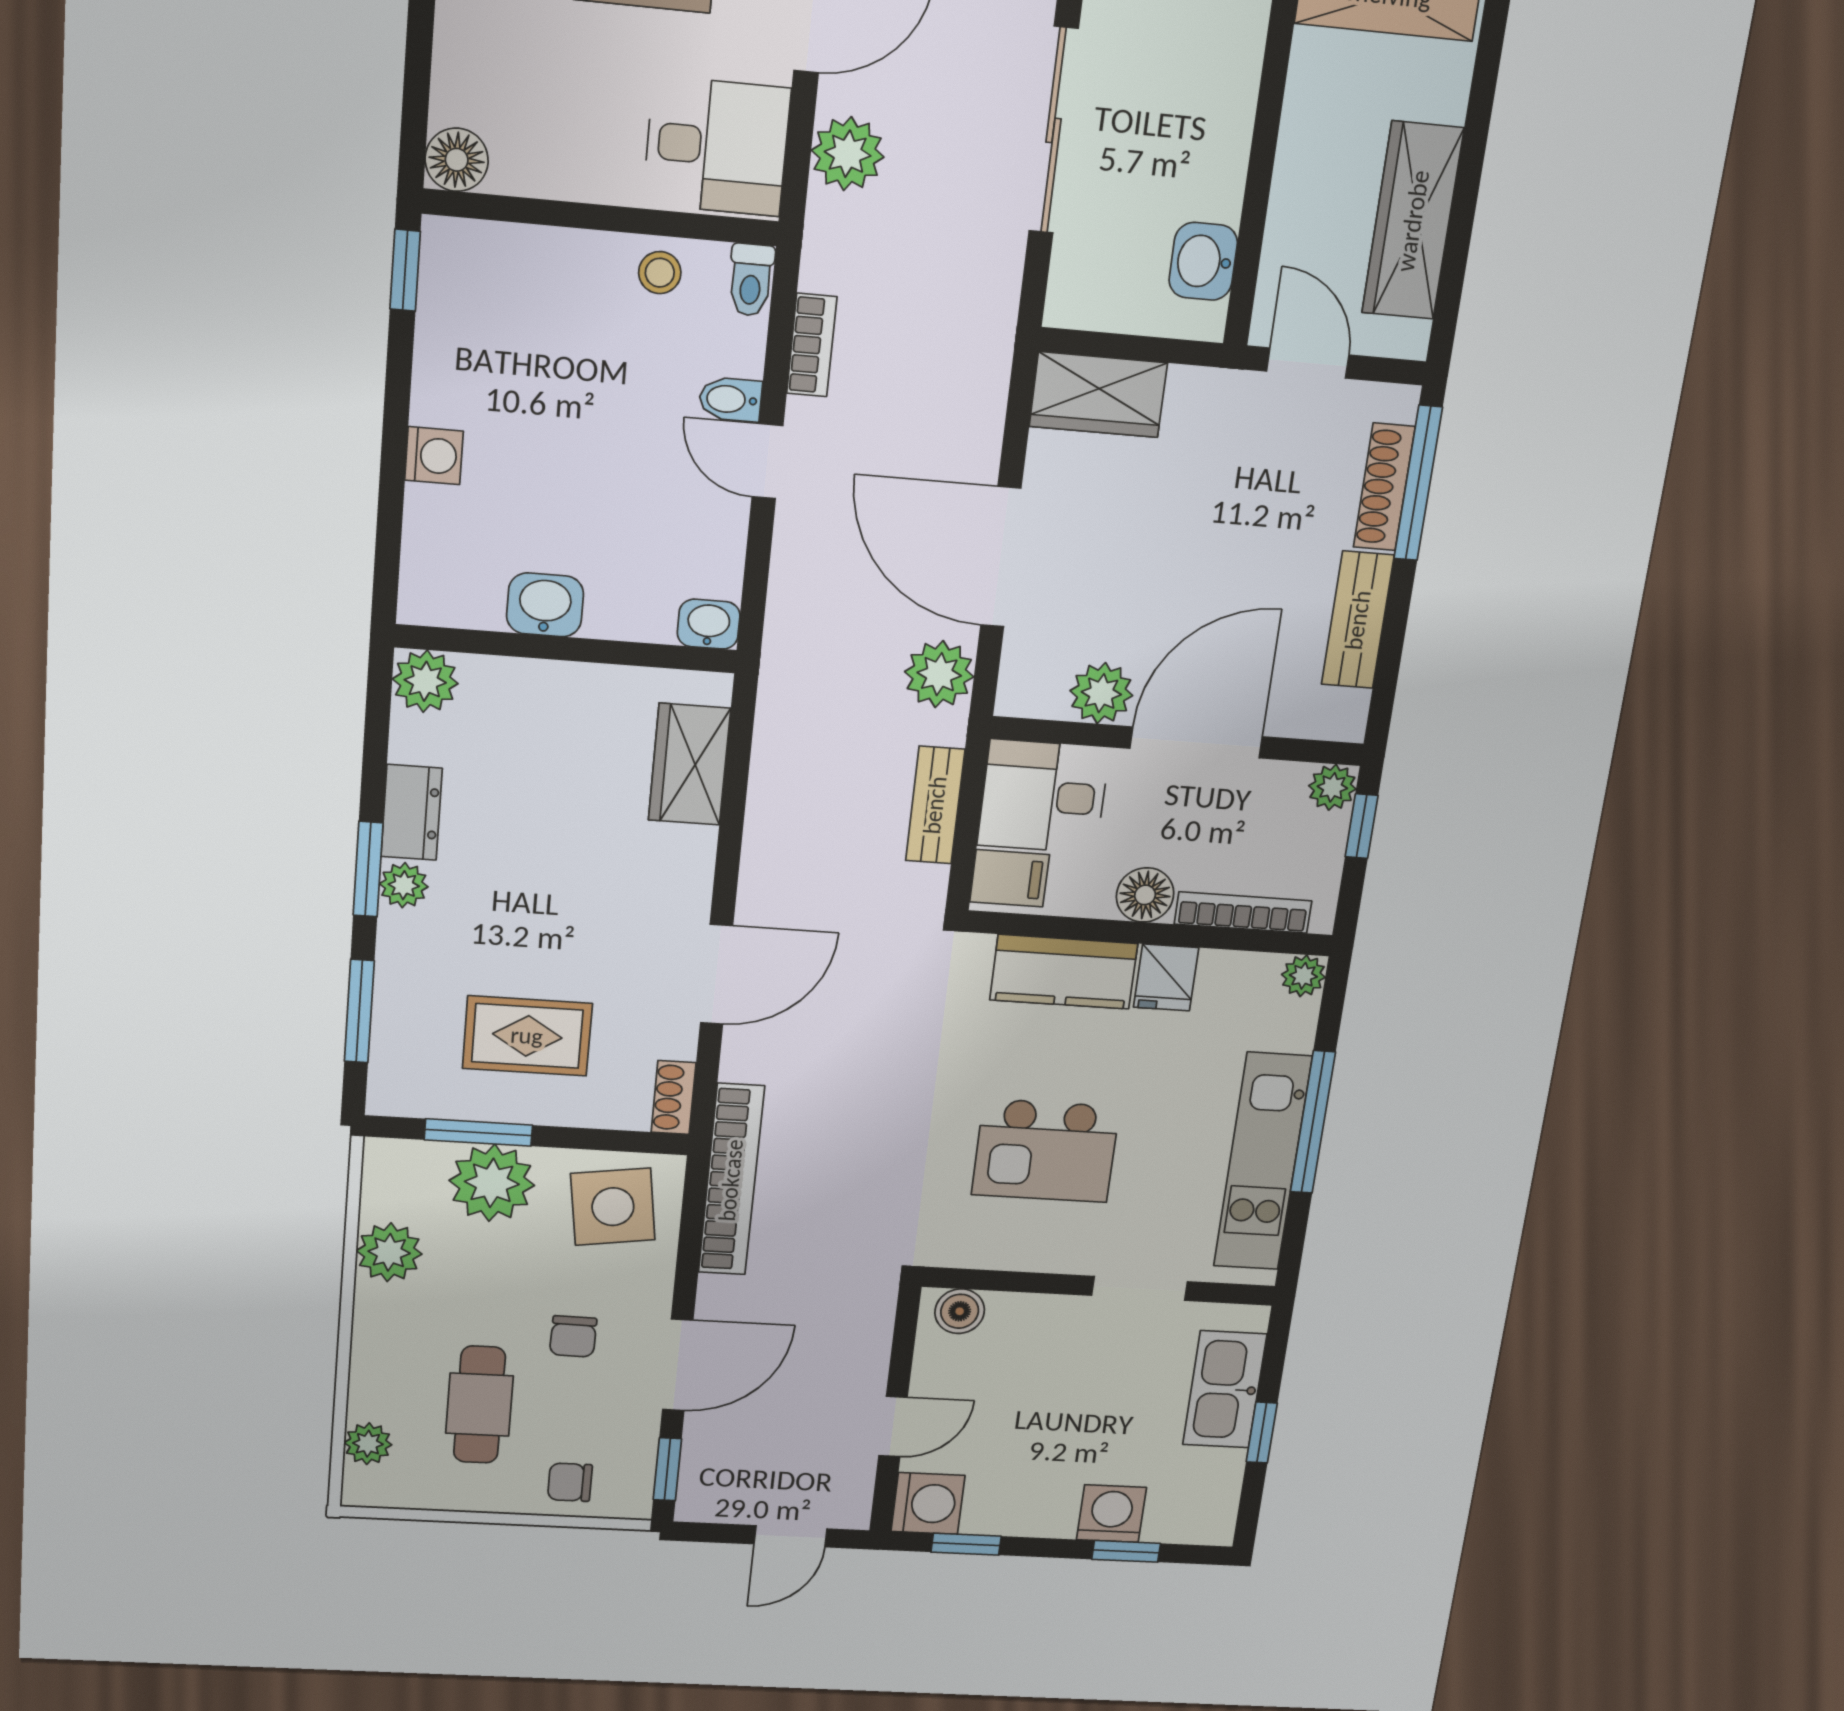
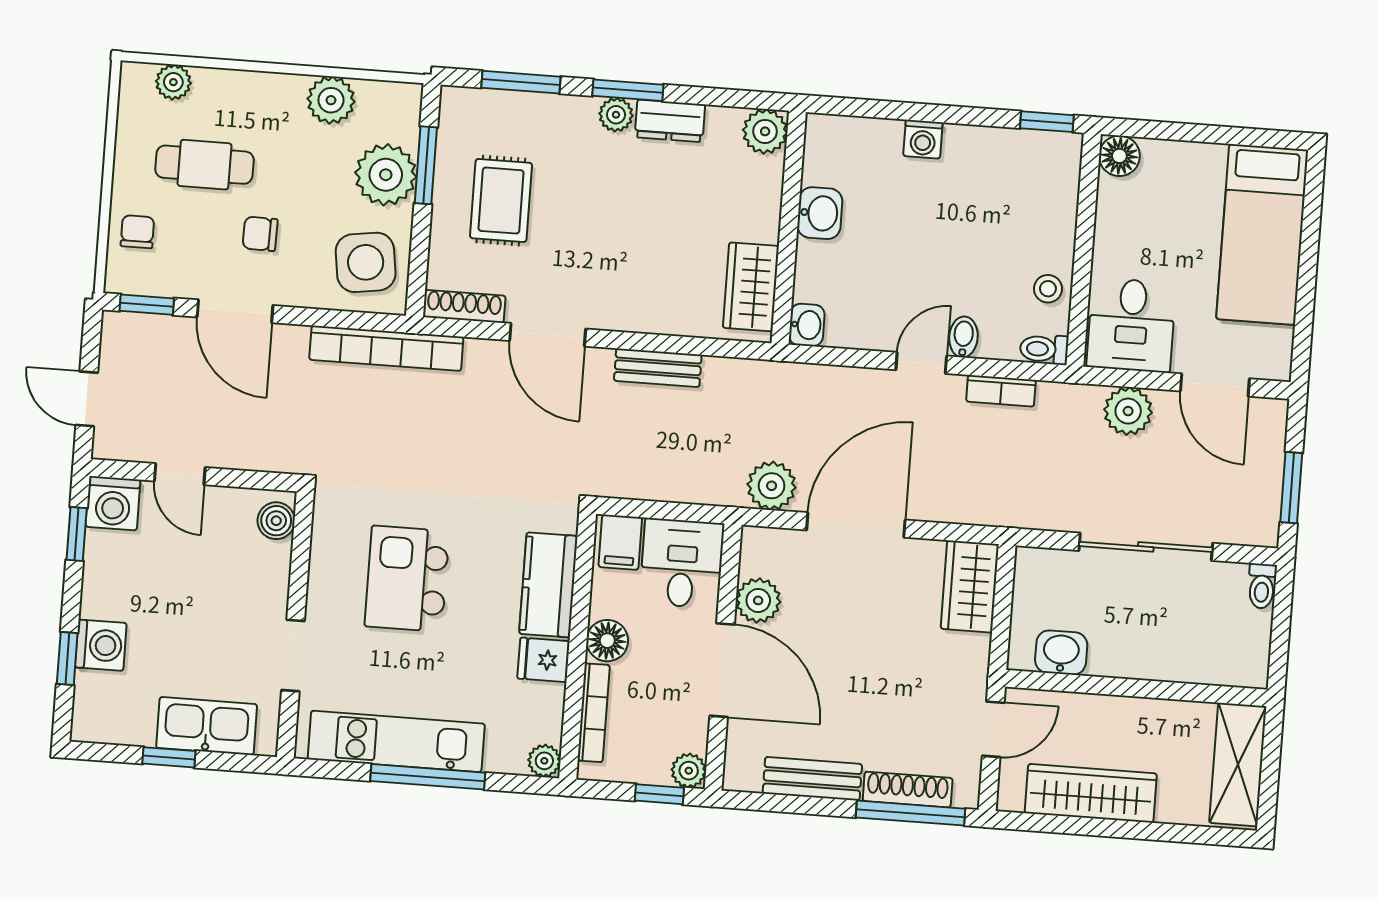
wardrobe: (689, 764) -> (751, 287), moved, turned -90
bench: (935, 805) -> (658, 368), moved
shoe rack: (674, 1097) -> (464, 306), width x1.43

